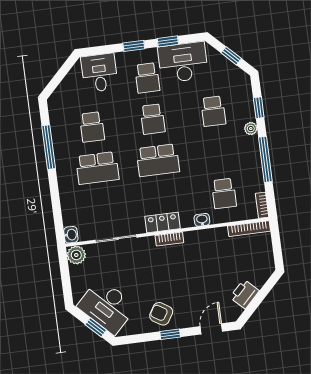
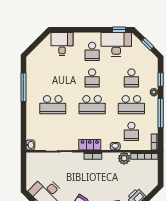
window: (168, 41) -> (119, 30), moved
window: (134, 46) -> (86, 30), removed
school desk: (92, 127) -> (131, 105), moved, width x1.85
plant: (76, 255) -> (124, 158), moved

